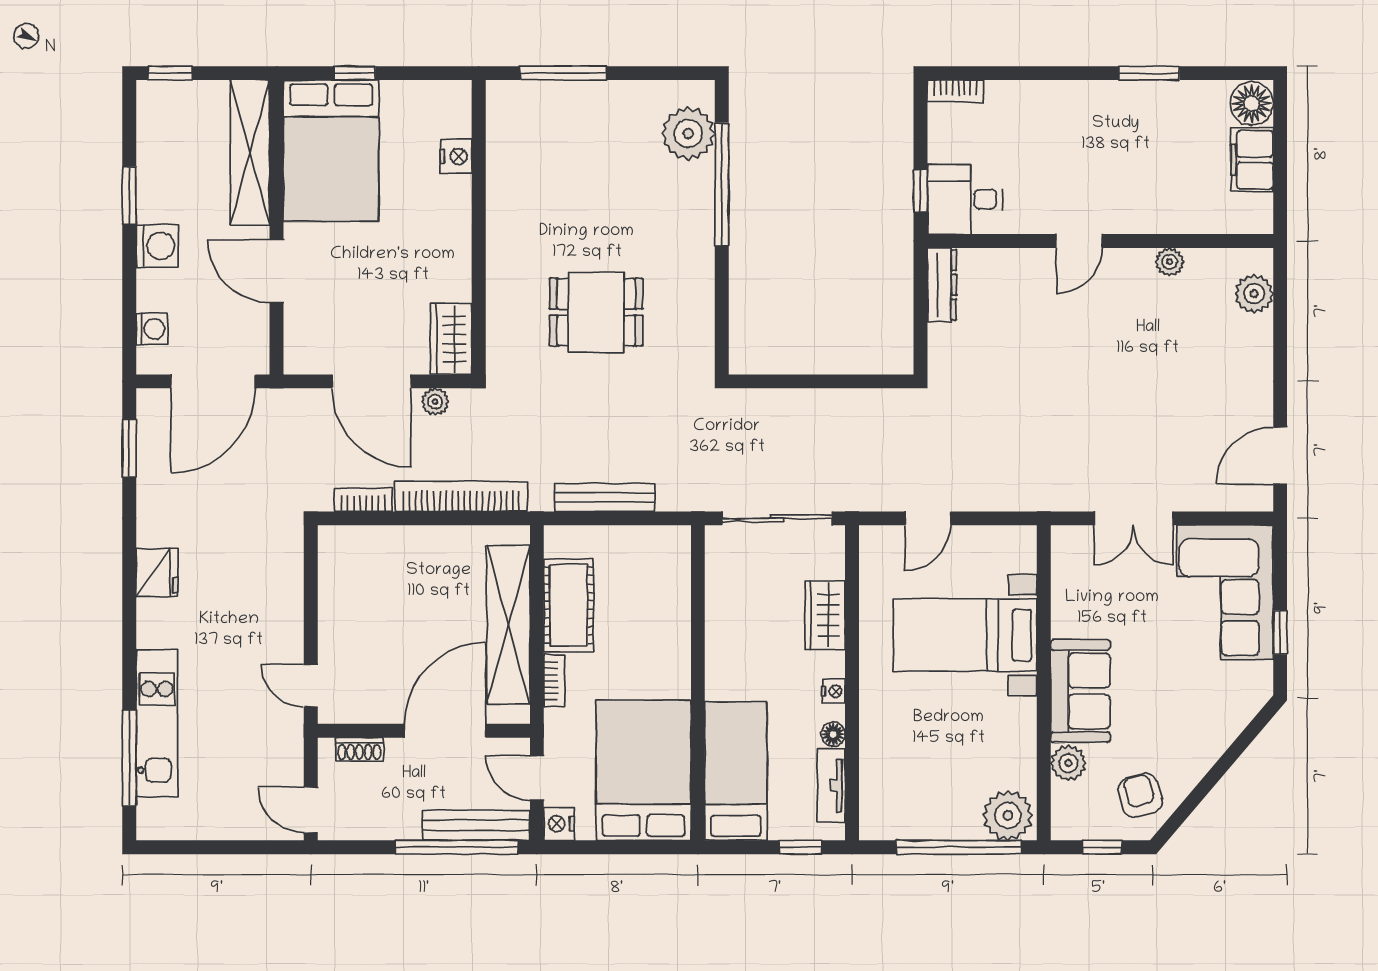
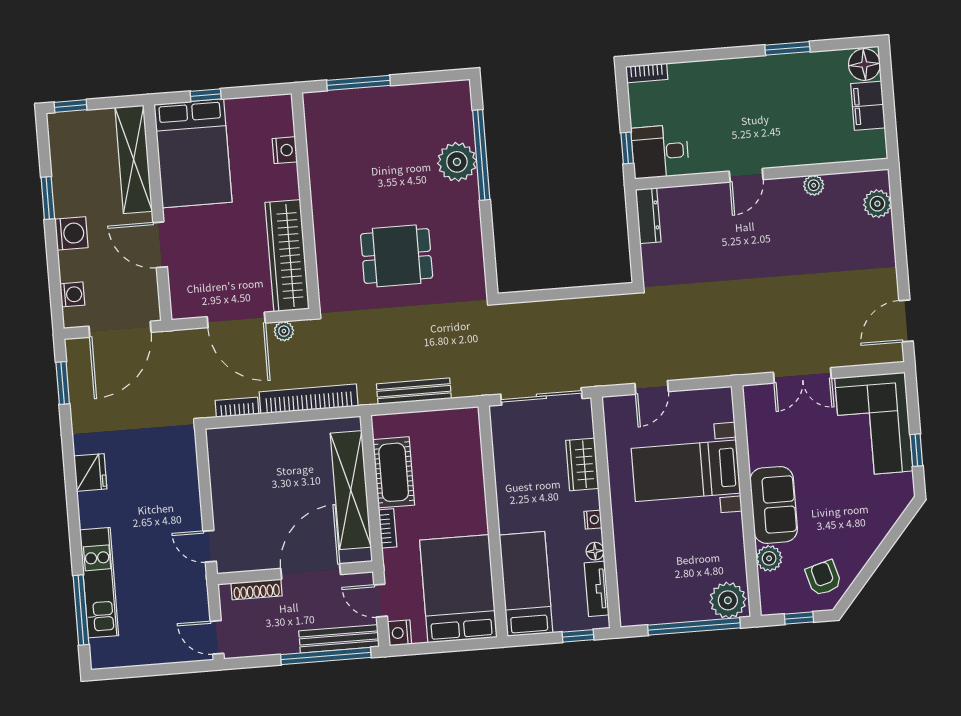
plant: (688, 134) -> (457, 162), moved
wardrobe: (451, 339) -> (287, 256), width x2.10, depth x1.17
shoe rack: (359, 749) -> (256, 589), width x1.43

